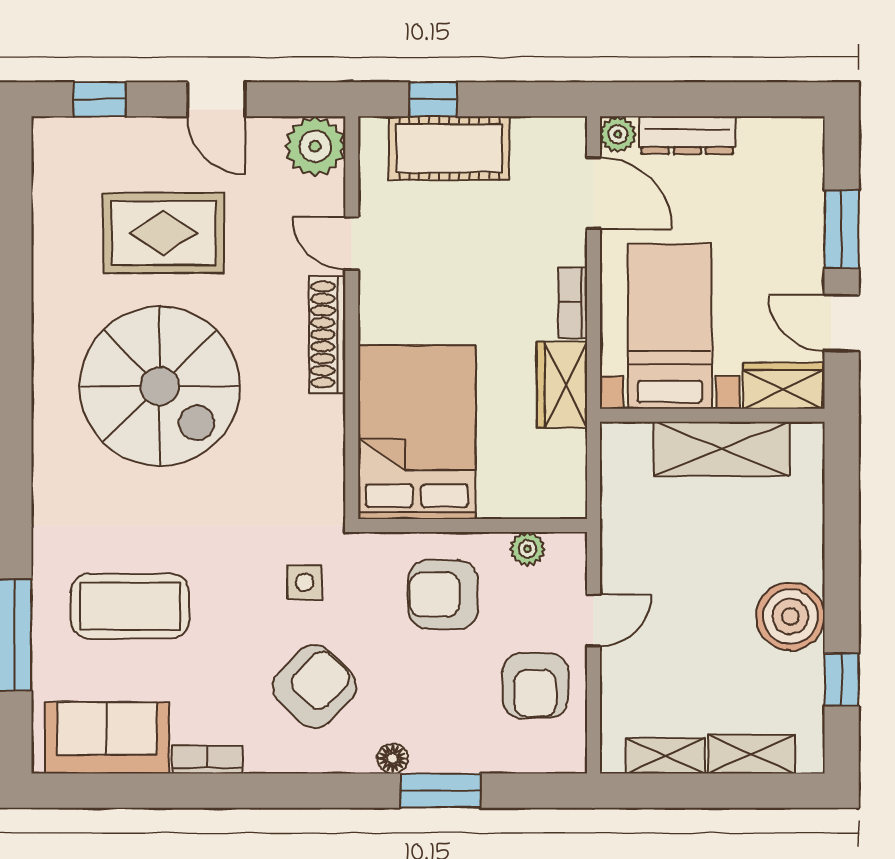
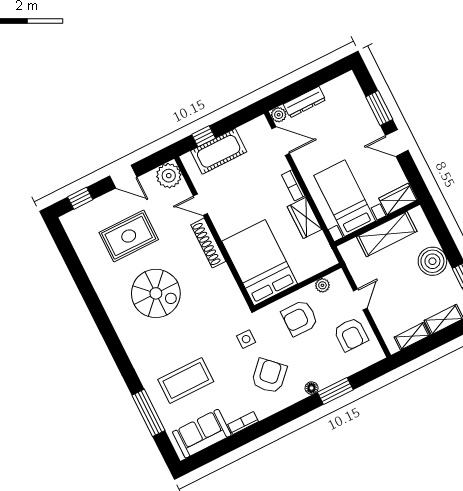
bed with nightstands: (670, 326) -> (345, 198), moved
spiral stairs: (160, 386) -> (156, 293), width x0.73, depth x0.73
wardrobe: (783, 386) -> (398, 199), moved
wall: (712, 415) -> (377, 223), moved
shelving: (721, 449) -> (387, 234), moved

